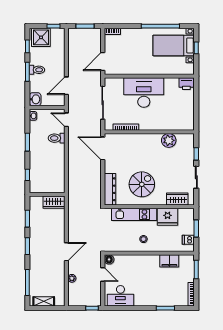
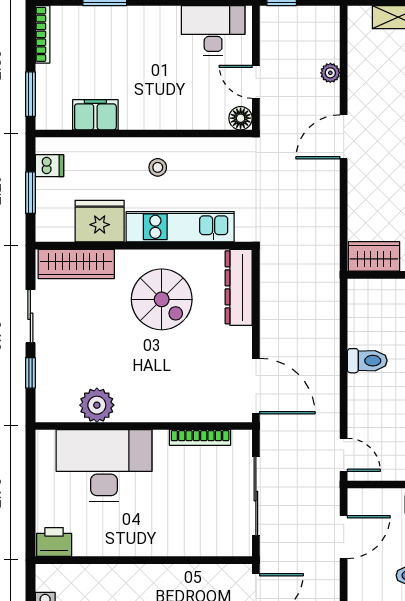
desk: (144, 93) -> (104, 466), moved, turned 180
toilet: (57, 138) -> (367, 361), moved
spiral stairs: (142, 184) -> (162, 299), turned -90
wardrobe: (177, 199) -> (76, 264), width x1.50

